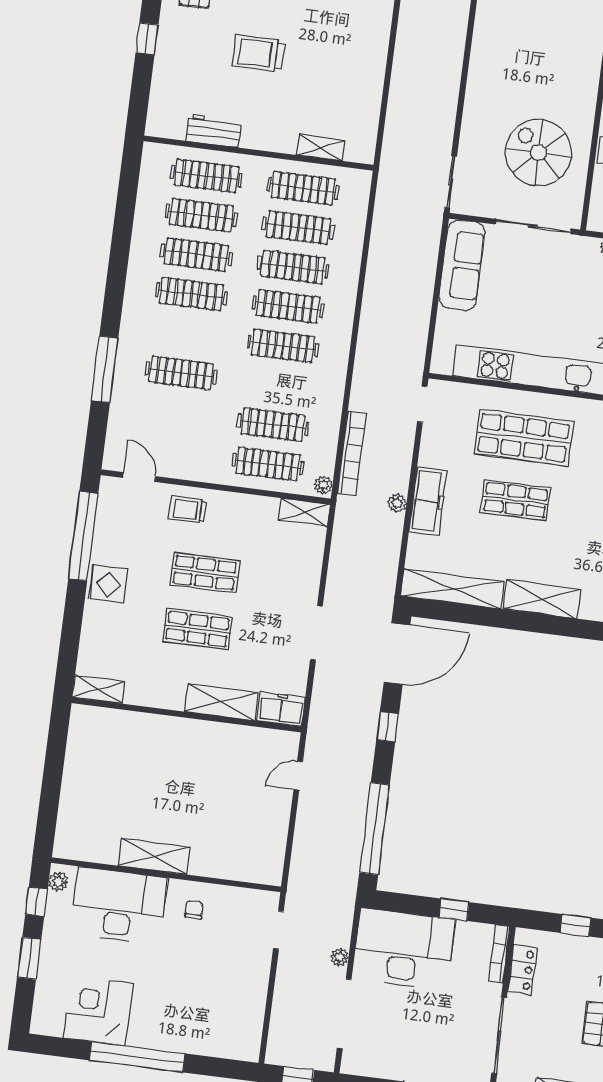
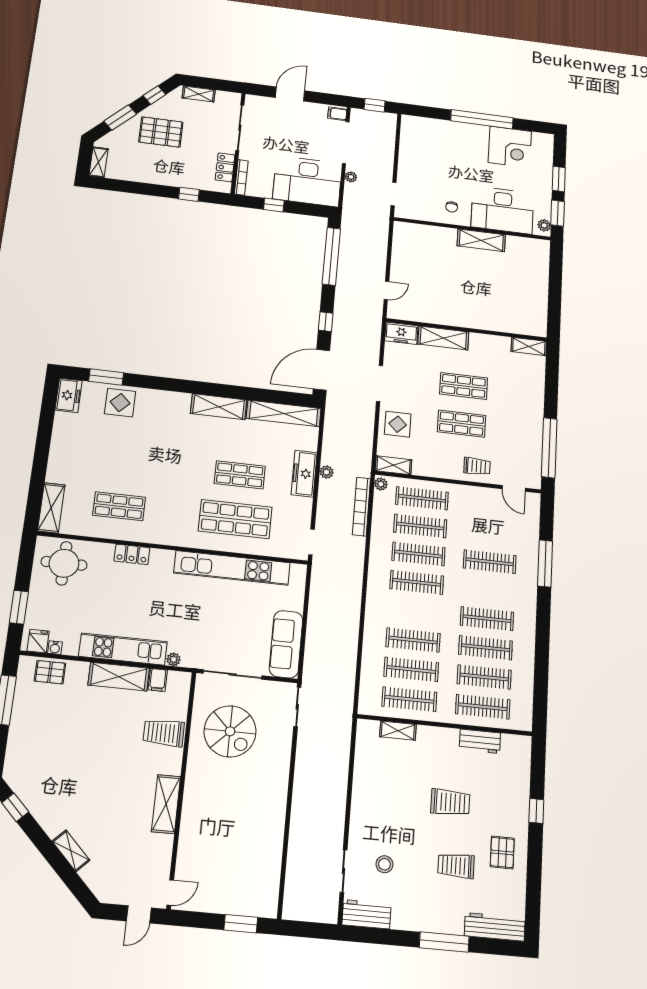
clothes rail: (288, 306) -> (418, 554), moved
display table: (108, 584) -> (398, 424), moved
window: (36, 902) -> (558, 213), width x1.50
filing cabinet: (354, 1062) -> (337, 114), added

